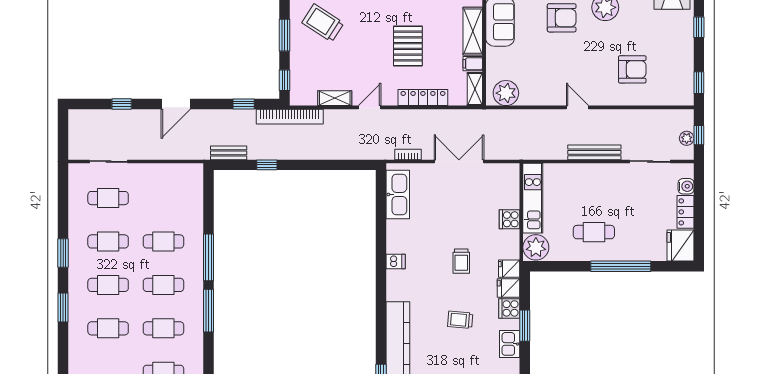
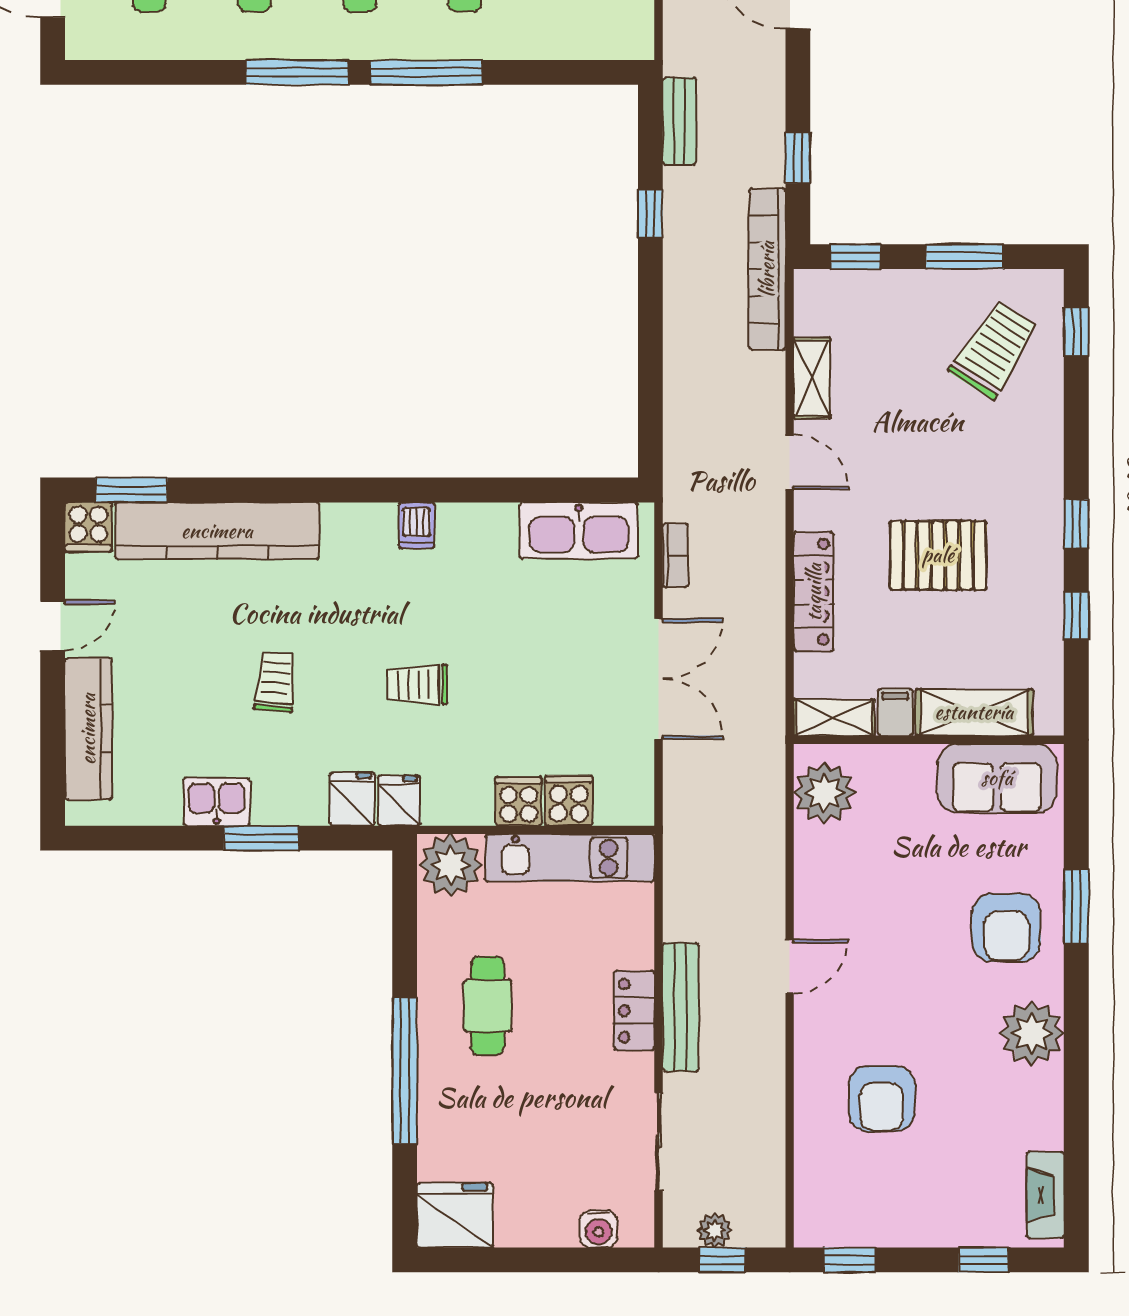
locker: (685, 212) -> (634, 1011), moved, turned -90
cooker: (509, 308) -> (569, 801), moved

